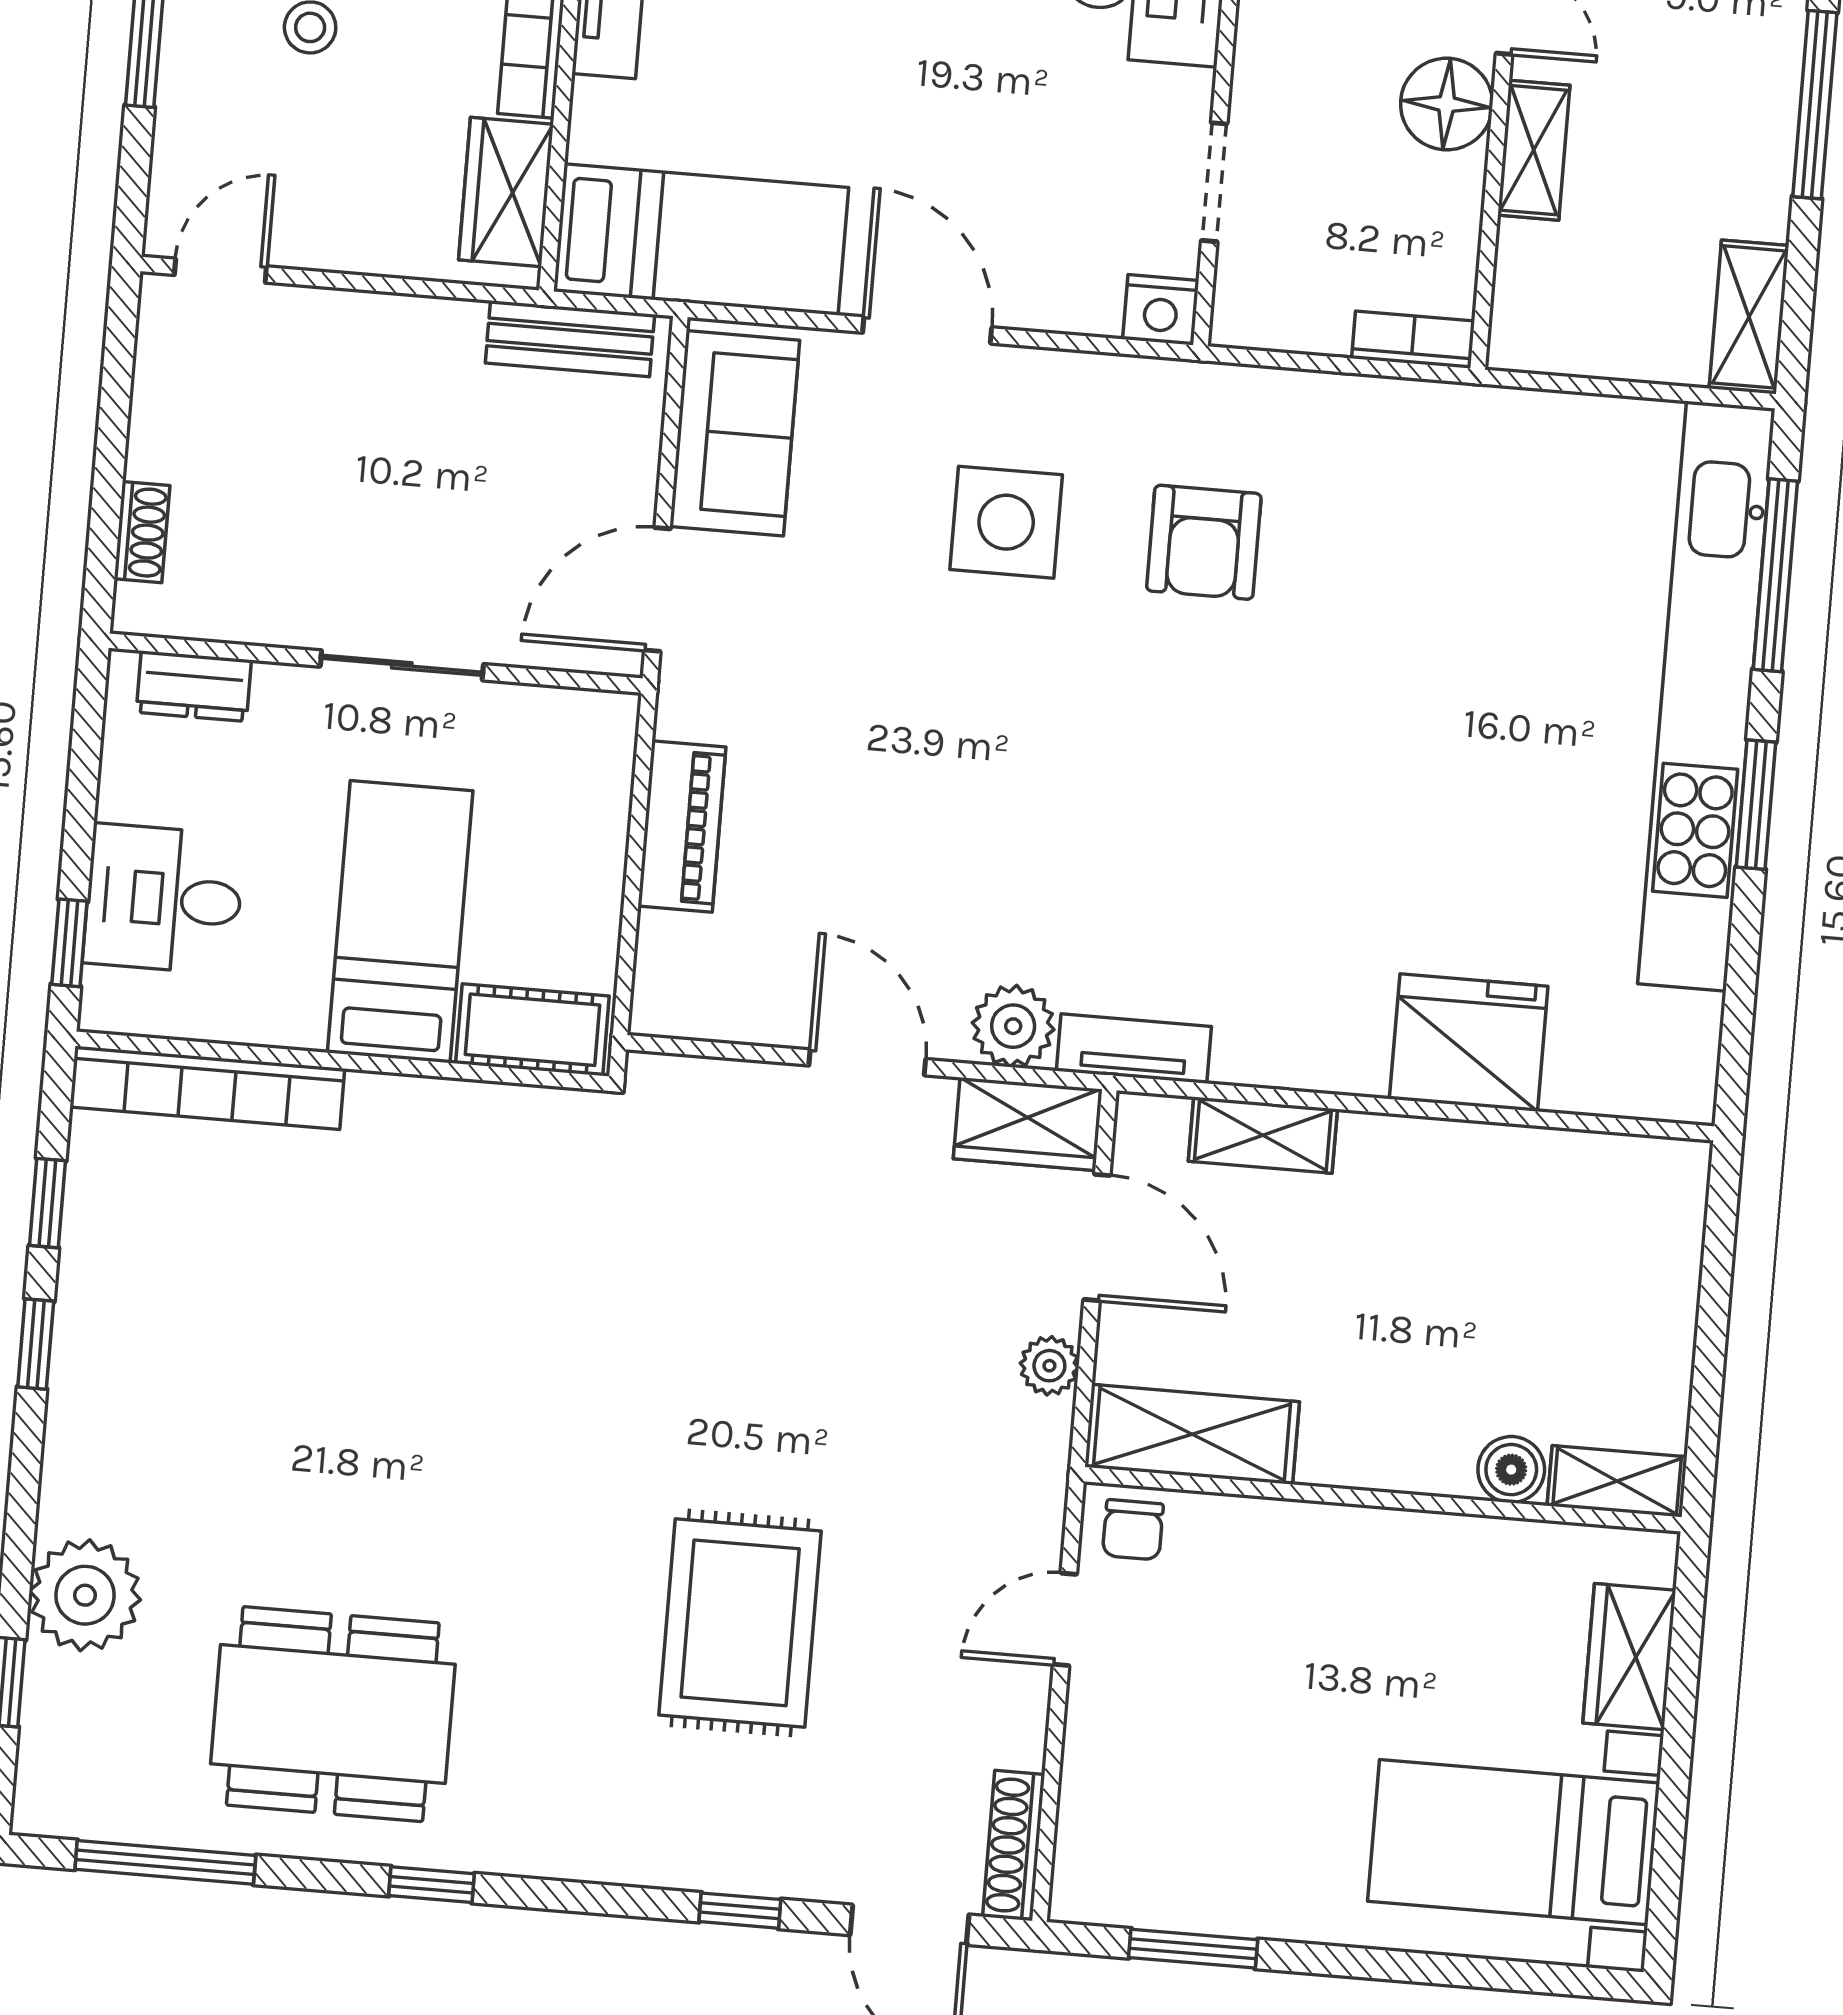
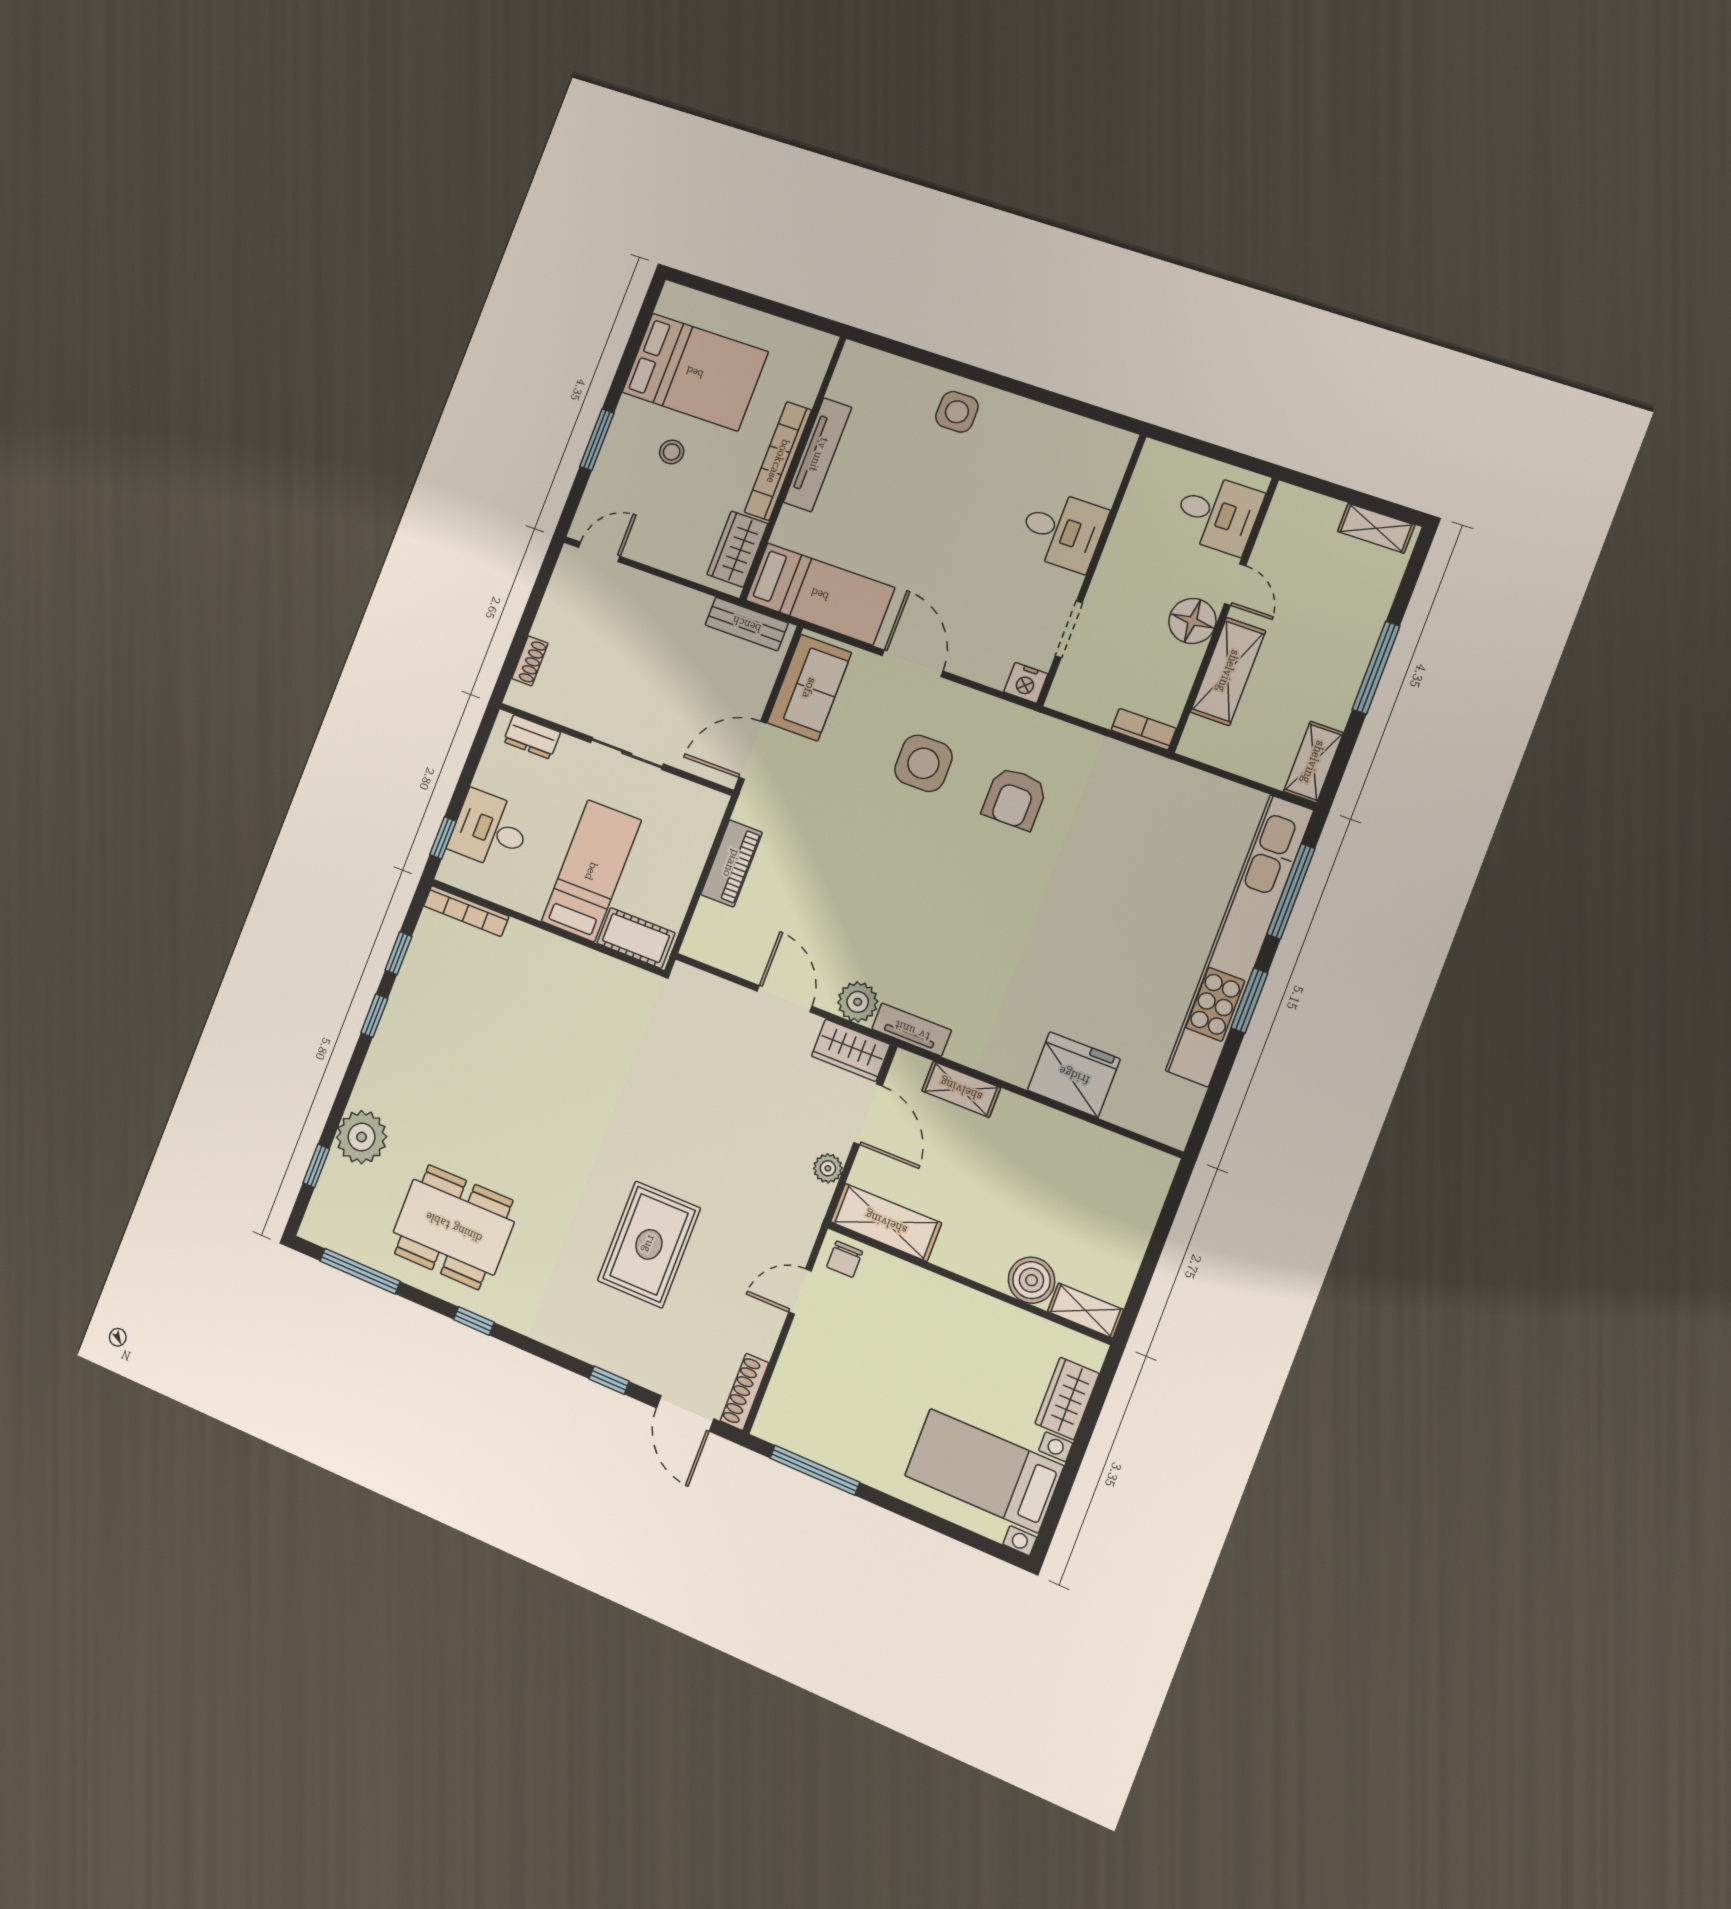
shelving: (1534, 150) -> (1228, 671), width x1.50, depth x1.33
bookcase: (207, 1088) -> (466, 911), width x0.68, depth x0.76
boiler: (1511, 1470) -> (1032, 1280), width x1.36, depth x1.36
window: (1193, 1949) -> (815, 1470), width x1.44

